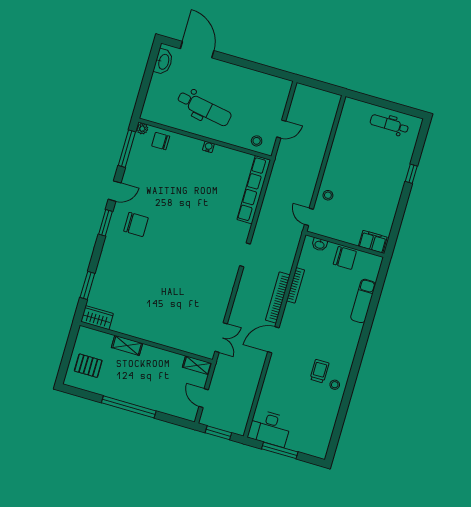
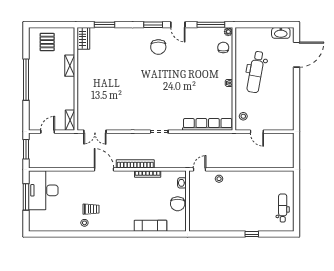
filing cabinet: (373, 242) -> (195, 221), removed
desk: (270, 428) -> (43, 190), width x1.36, depth x1.30

